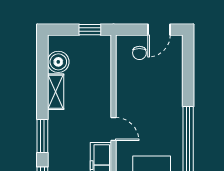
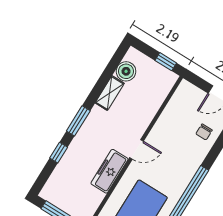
chair: (139, 53) -> (204, 132), moved
door: (114, 129) -> (137, 149), hinge flipped

